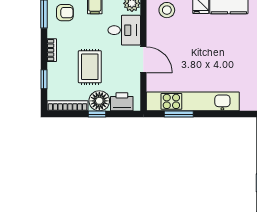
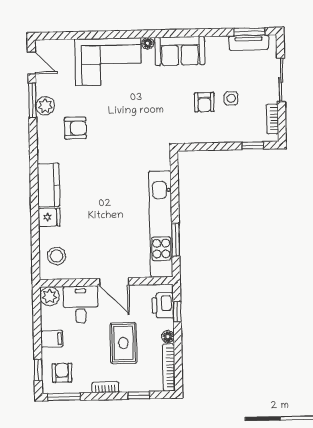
door: (143, 60) -> (114, 282), swing flipped
rug: (90, 67) -> (123, 343), turned 90
floor lamp: (99, 101) -> (168, 337), width x0.53, depth x0.53
window: (97, 114) -> (177, 312), moved

